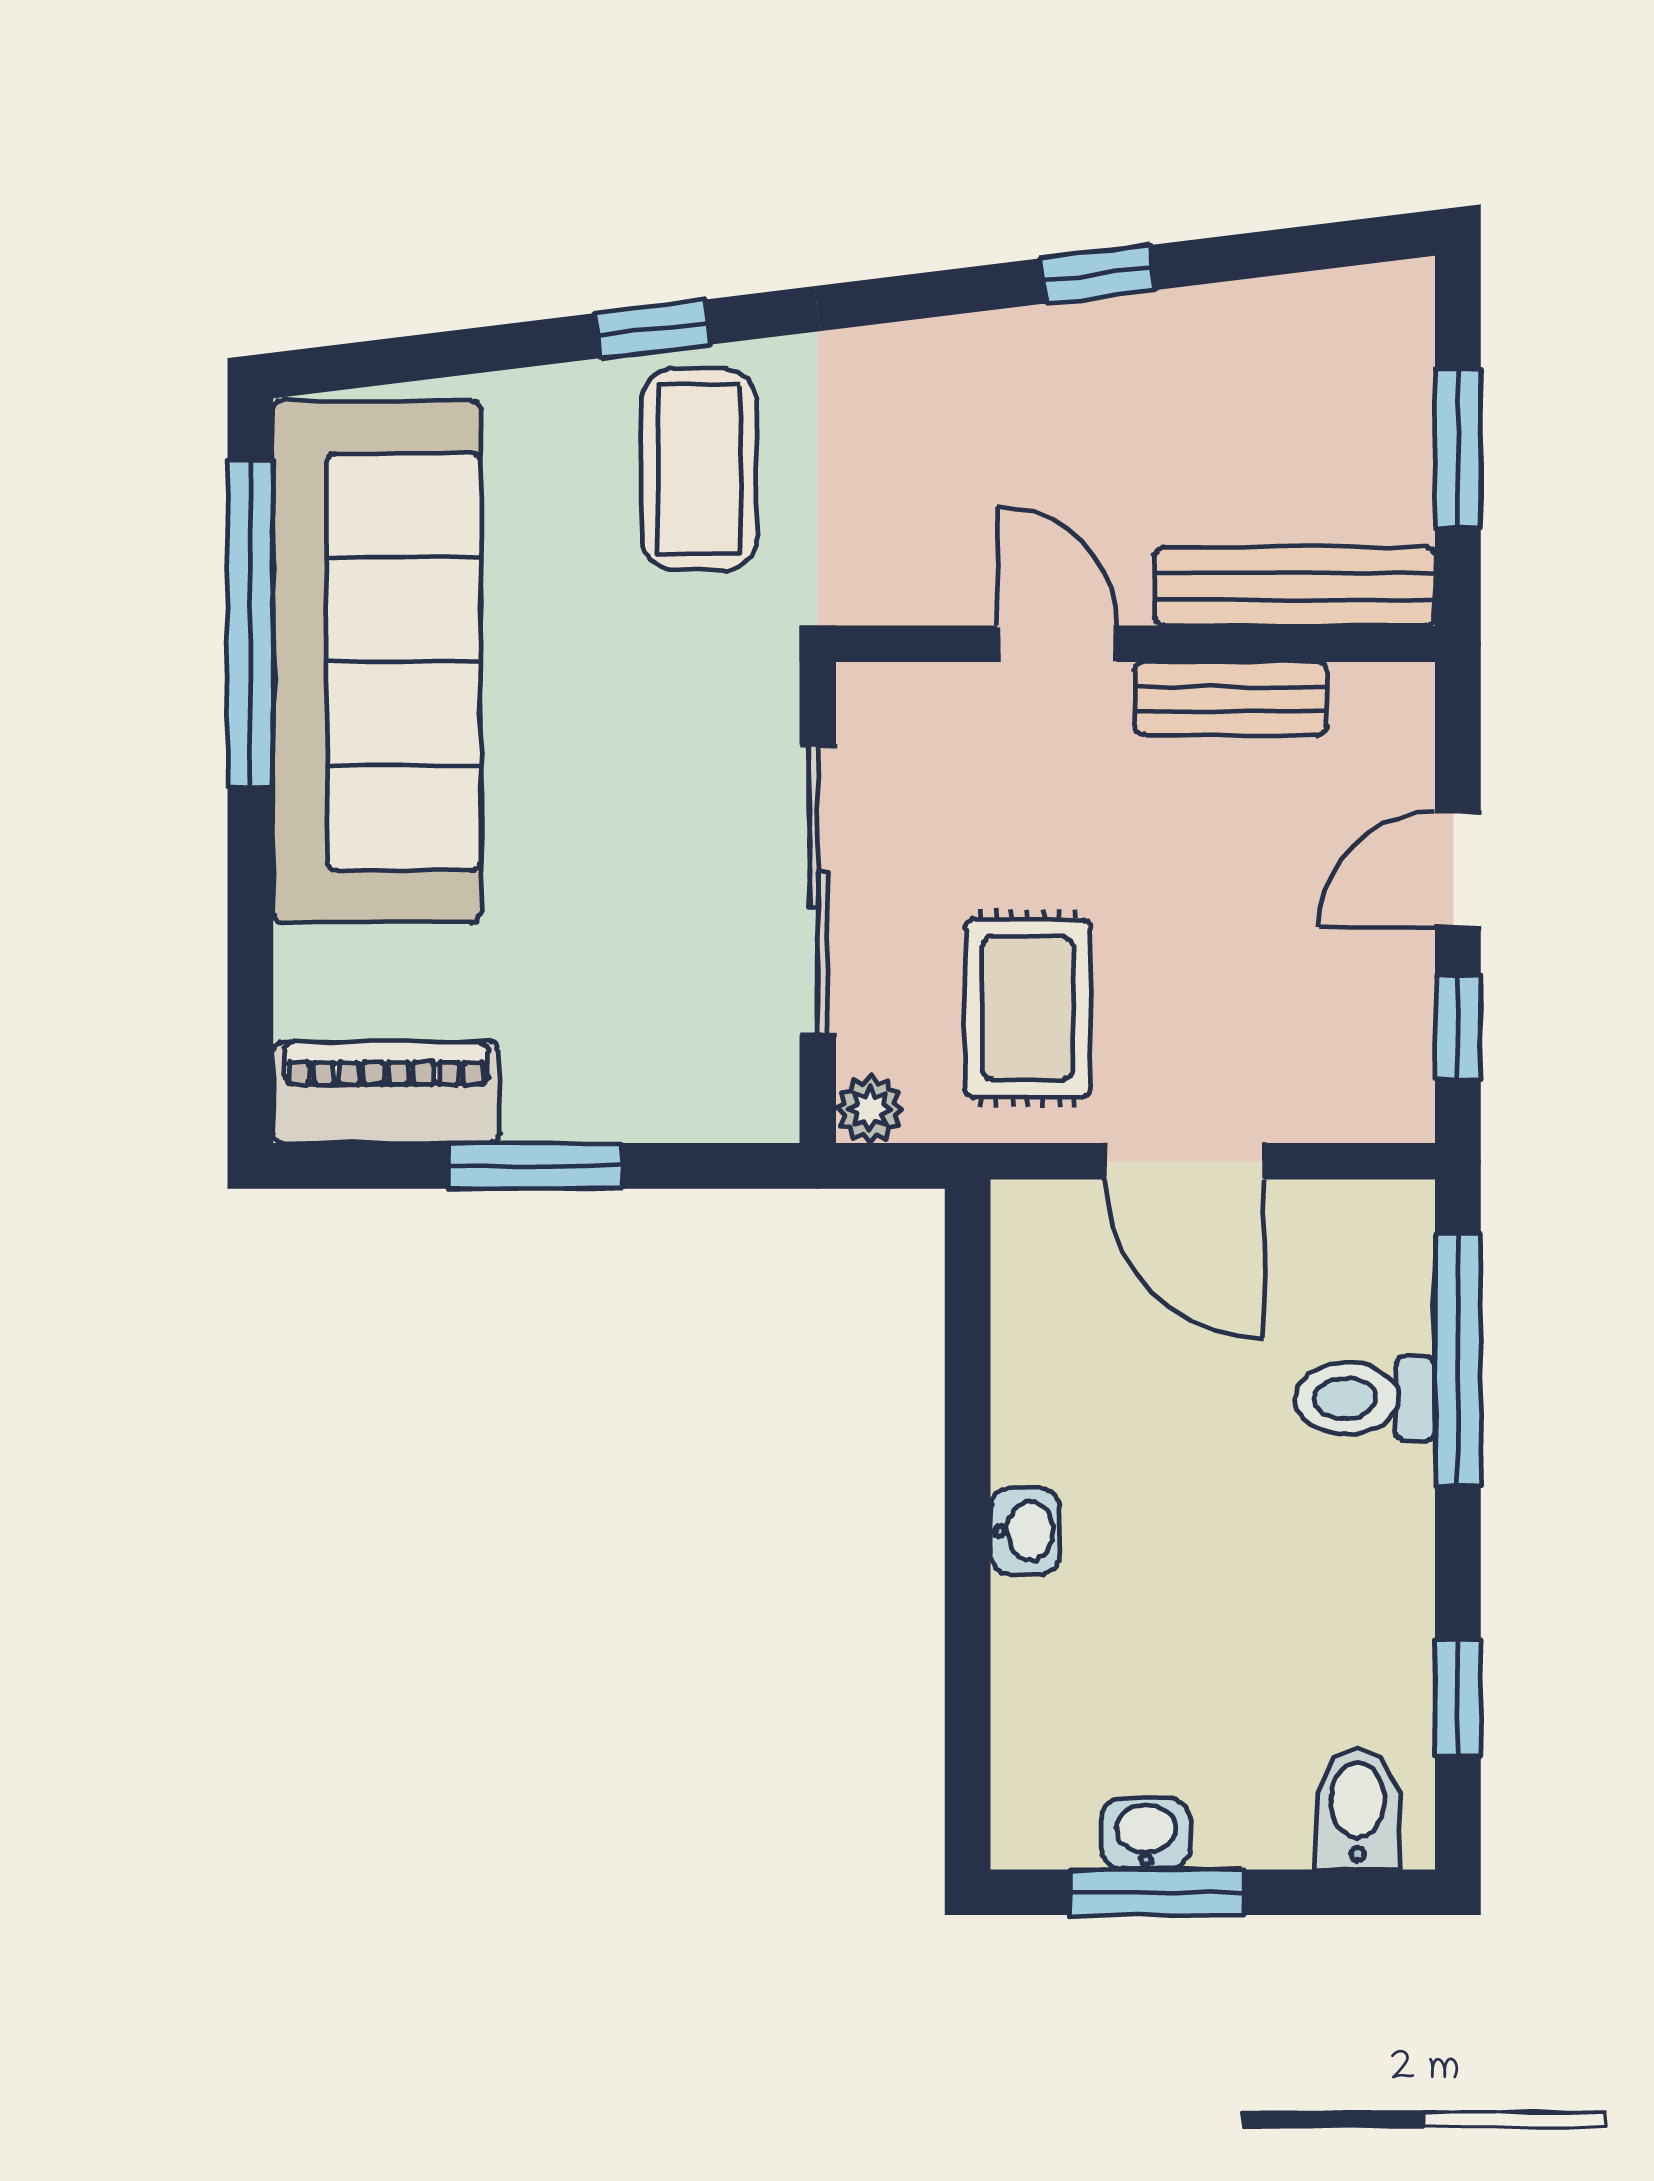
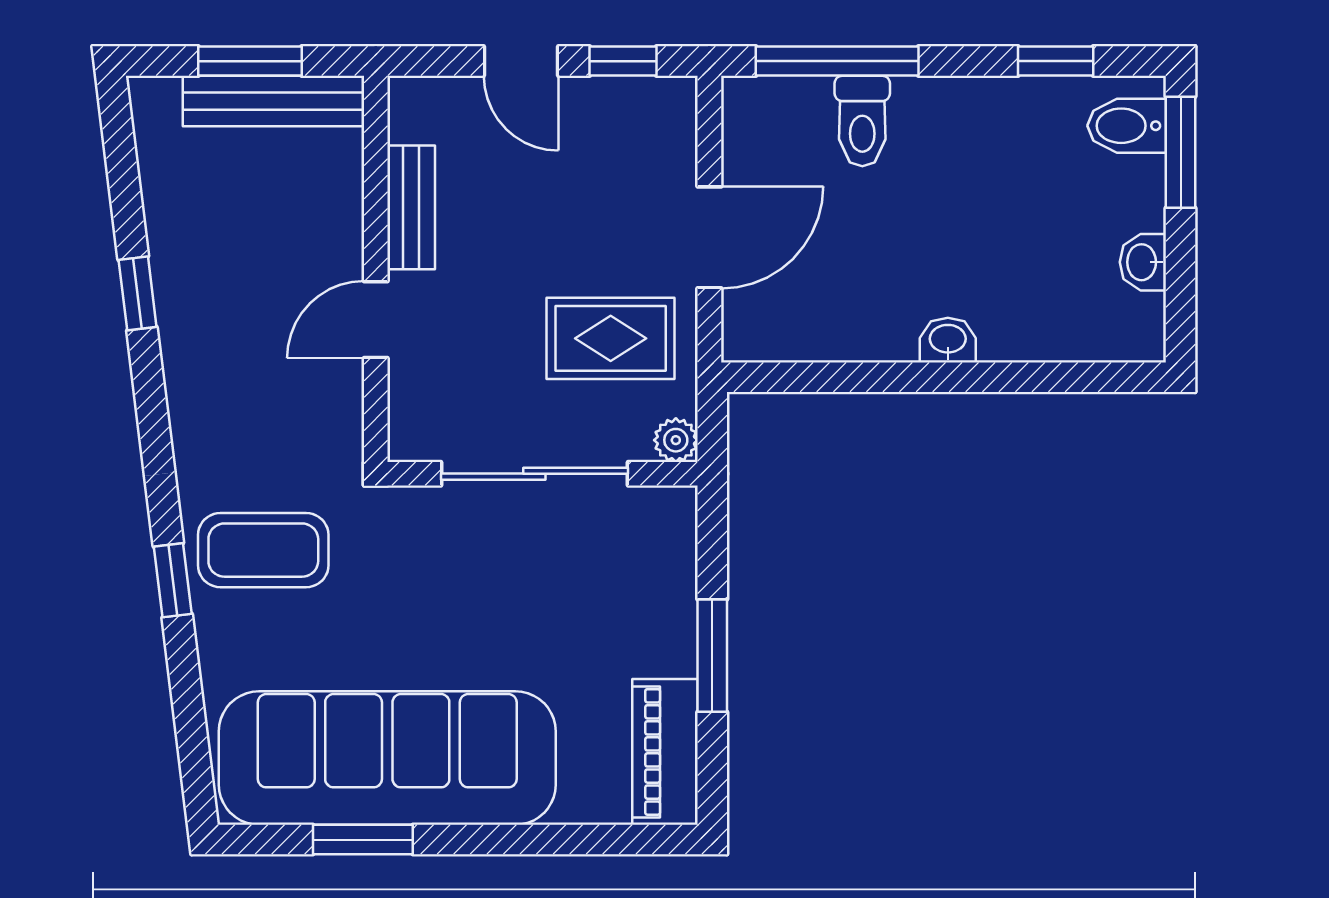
bench: (1295, 586) -> (274, 101), moved, turned 90
window: (250, 624) -> (363, 840), width x0.47
window: (1156, 1892) -> (1181, 152), moved

